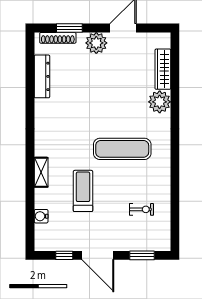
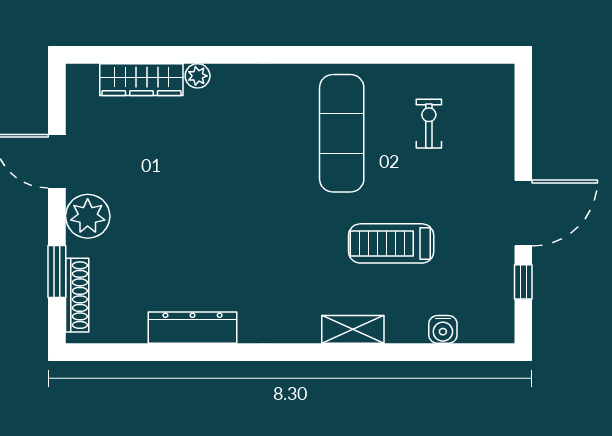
dresser: (42, 76) -> (193, 328), moved
plant: (160, 102) -> (198, 76), width x0.53, depth x0.53
exercise mat: (122, 149) -> (342, 133), moved
window: (142, 255) -> (523, 122), removed

